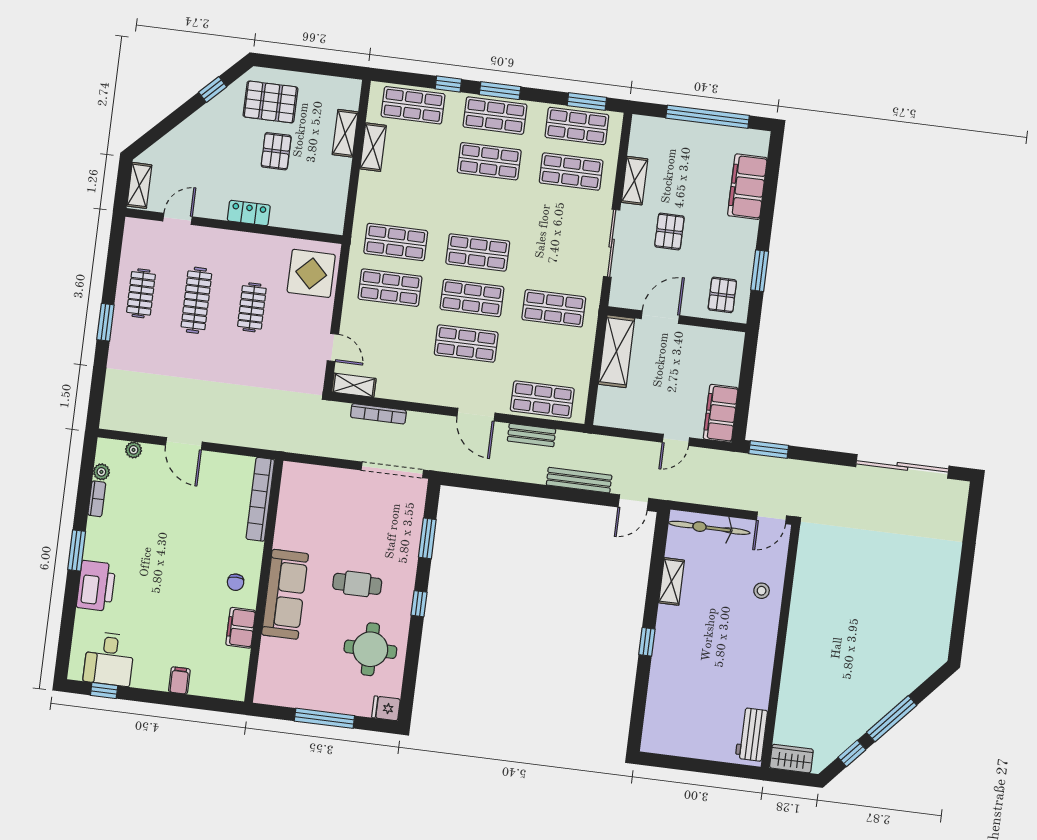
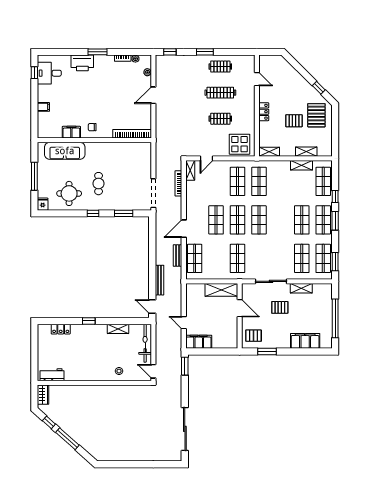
shelving: (139, 185) -> (269, 152), moved
window: (96, 397) -> (170, 52), added
sofa: (285, 594) -> (65, 151), moved
locker: (657, 703) -> (61, 329), added

